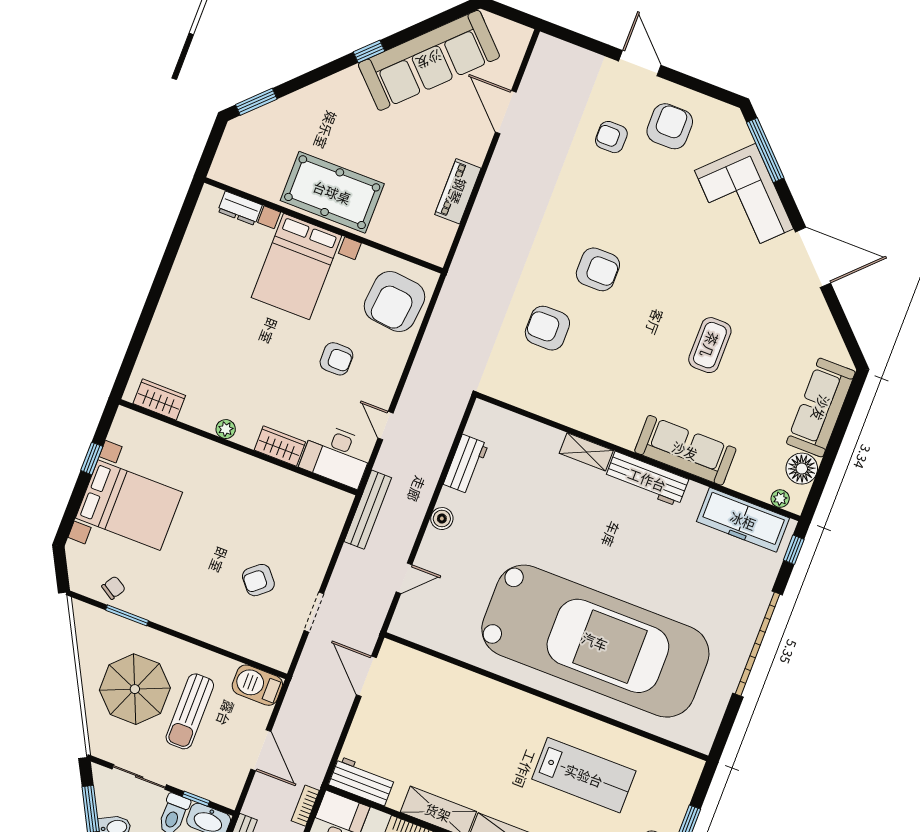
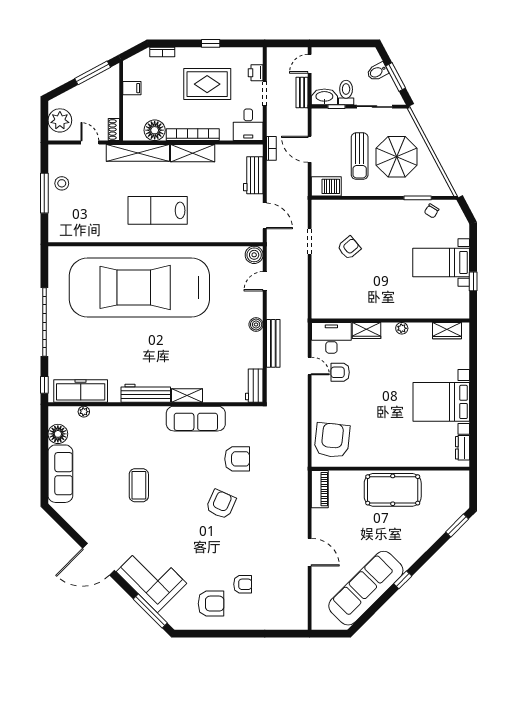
door: (640, 63) -> (243, 634), removed
door: (506, 112) -> (310, 552), moved
armchair: (670, 126) -> (211, 604), turned -90
piano: (458, 191) -> (320, 489), moved
dresser: (240, 208) -> (462, 448), moved, turned -90
bed with nightstands: (297, 267) -> (441, 402), moved, turned -90
armchair: (598, 269) -> (221, 504), turned 114
armchair: (336, 359) -> (340, 372), moved
sofa: (685, 450) -> (196, 419), moved
workbench: (466, 464) -> (254, 386), moved
plant: (780, 499) -> (84, 412), moved
bed with nightstands: (129, 505) -> (441, 262), width x0.73
bench: (368, 510) -> (273, 343), moved
boiler: (405, 624) -> (254, 255), added
sun lounger: (190, 711) -> (360, 156), turned 180
lab bench: (584, 775) -> (158, 210), moved
workbench: (362, 781) -> (253, 175), moved, turned 90
bookcase: (305, 806) -> (271, 148), moved

